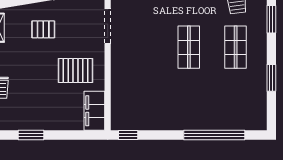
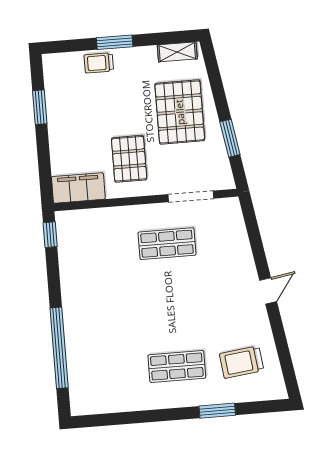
pallet: (43, 29) -> (180, 112), width x2.05, depth x2.00
shop shelf: (189, 47) -> (167, 244), moved
window: (271, 78) -> (140, 417), removed

